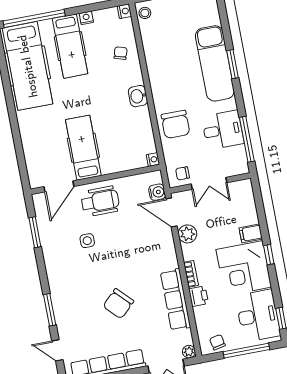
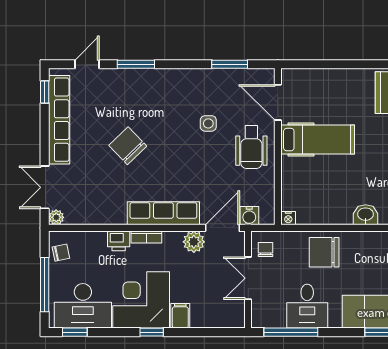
row of seats: (176, 300) -> (163, 213), moved

